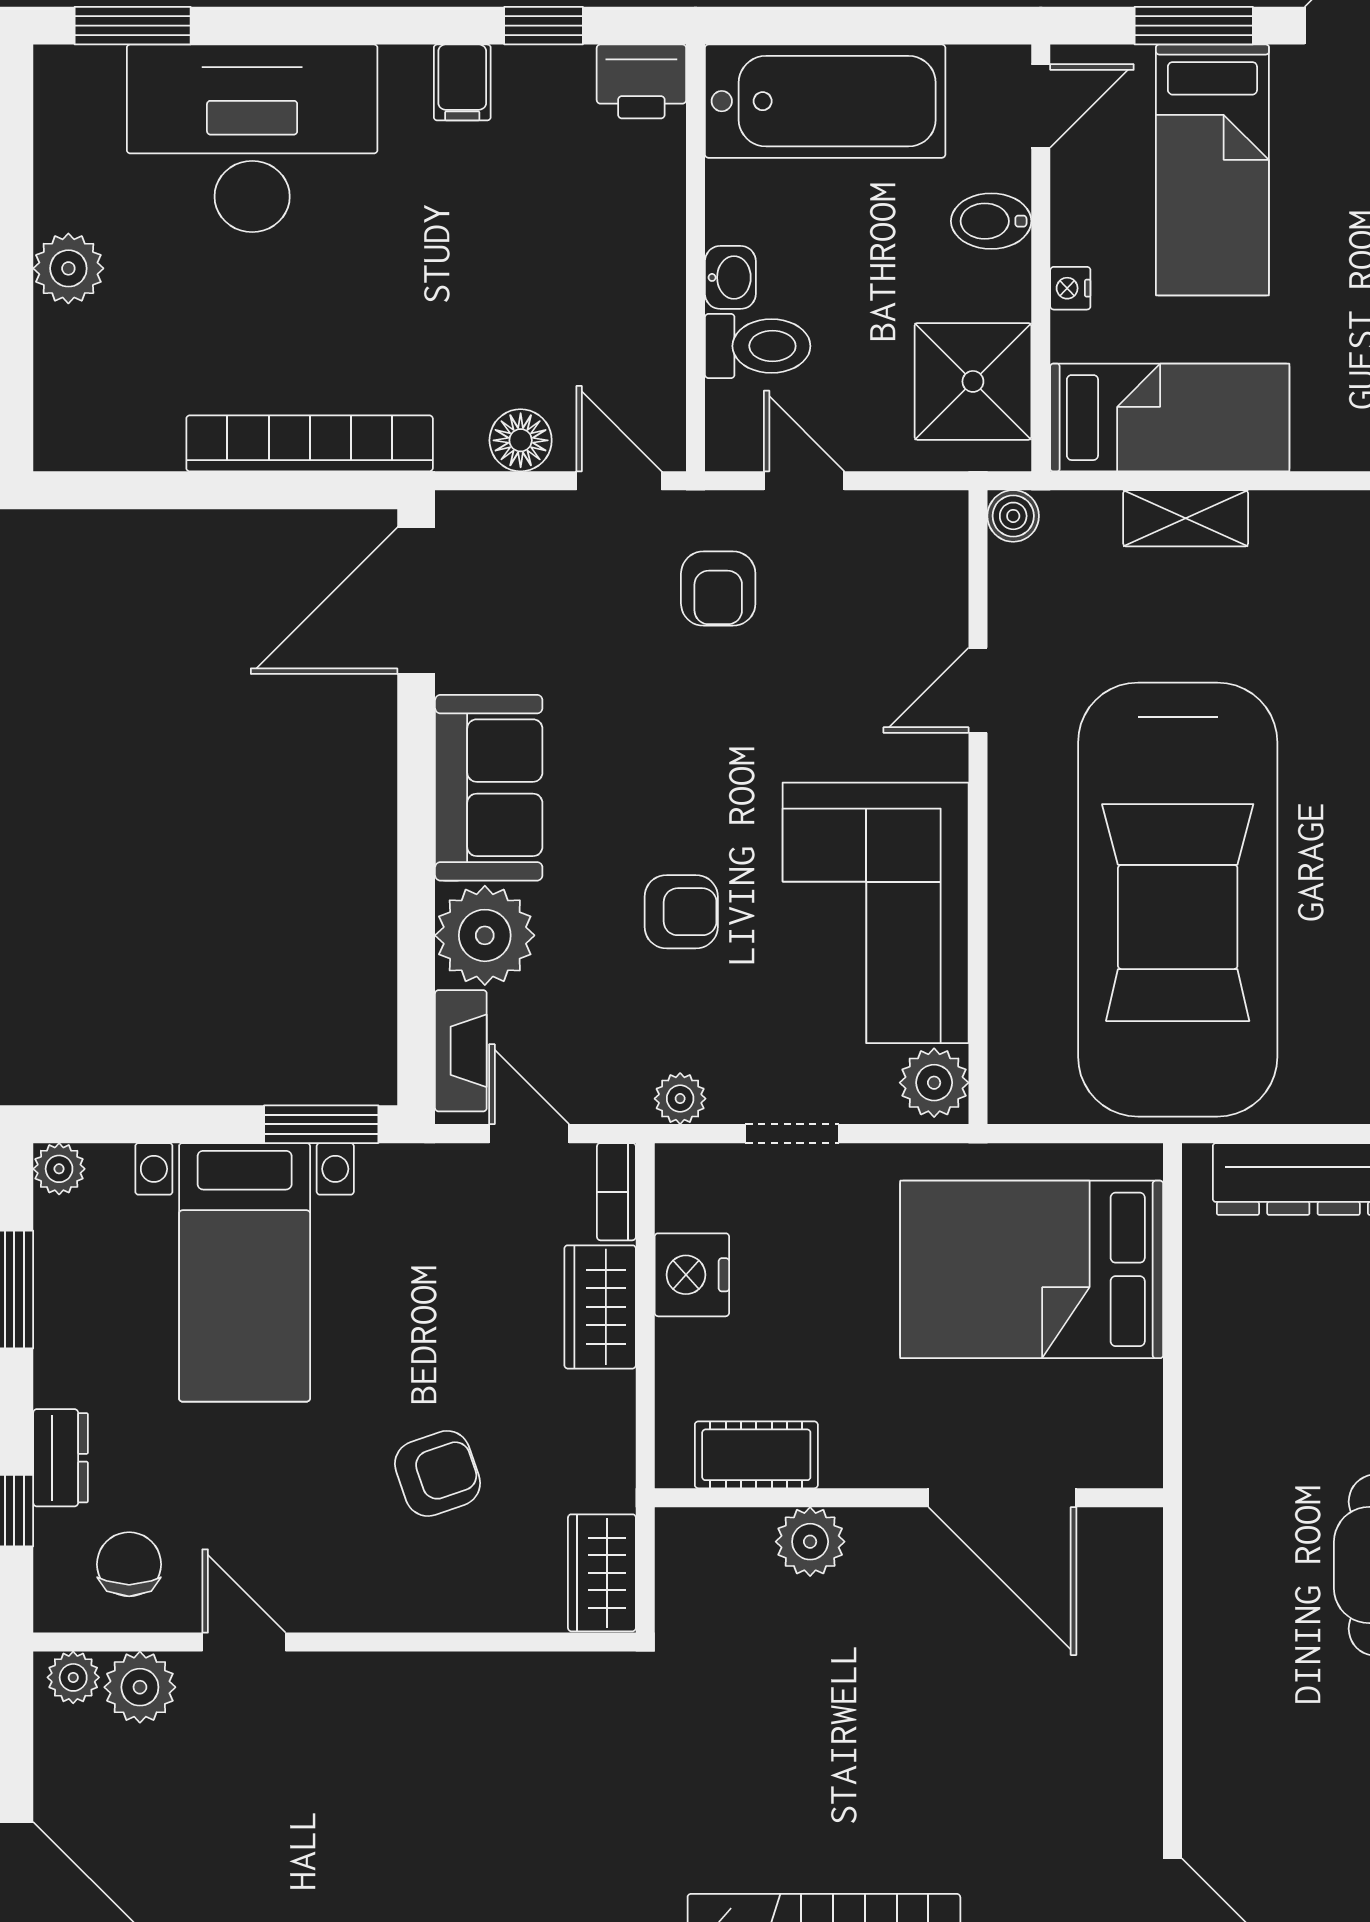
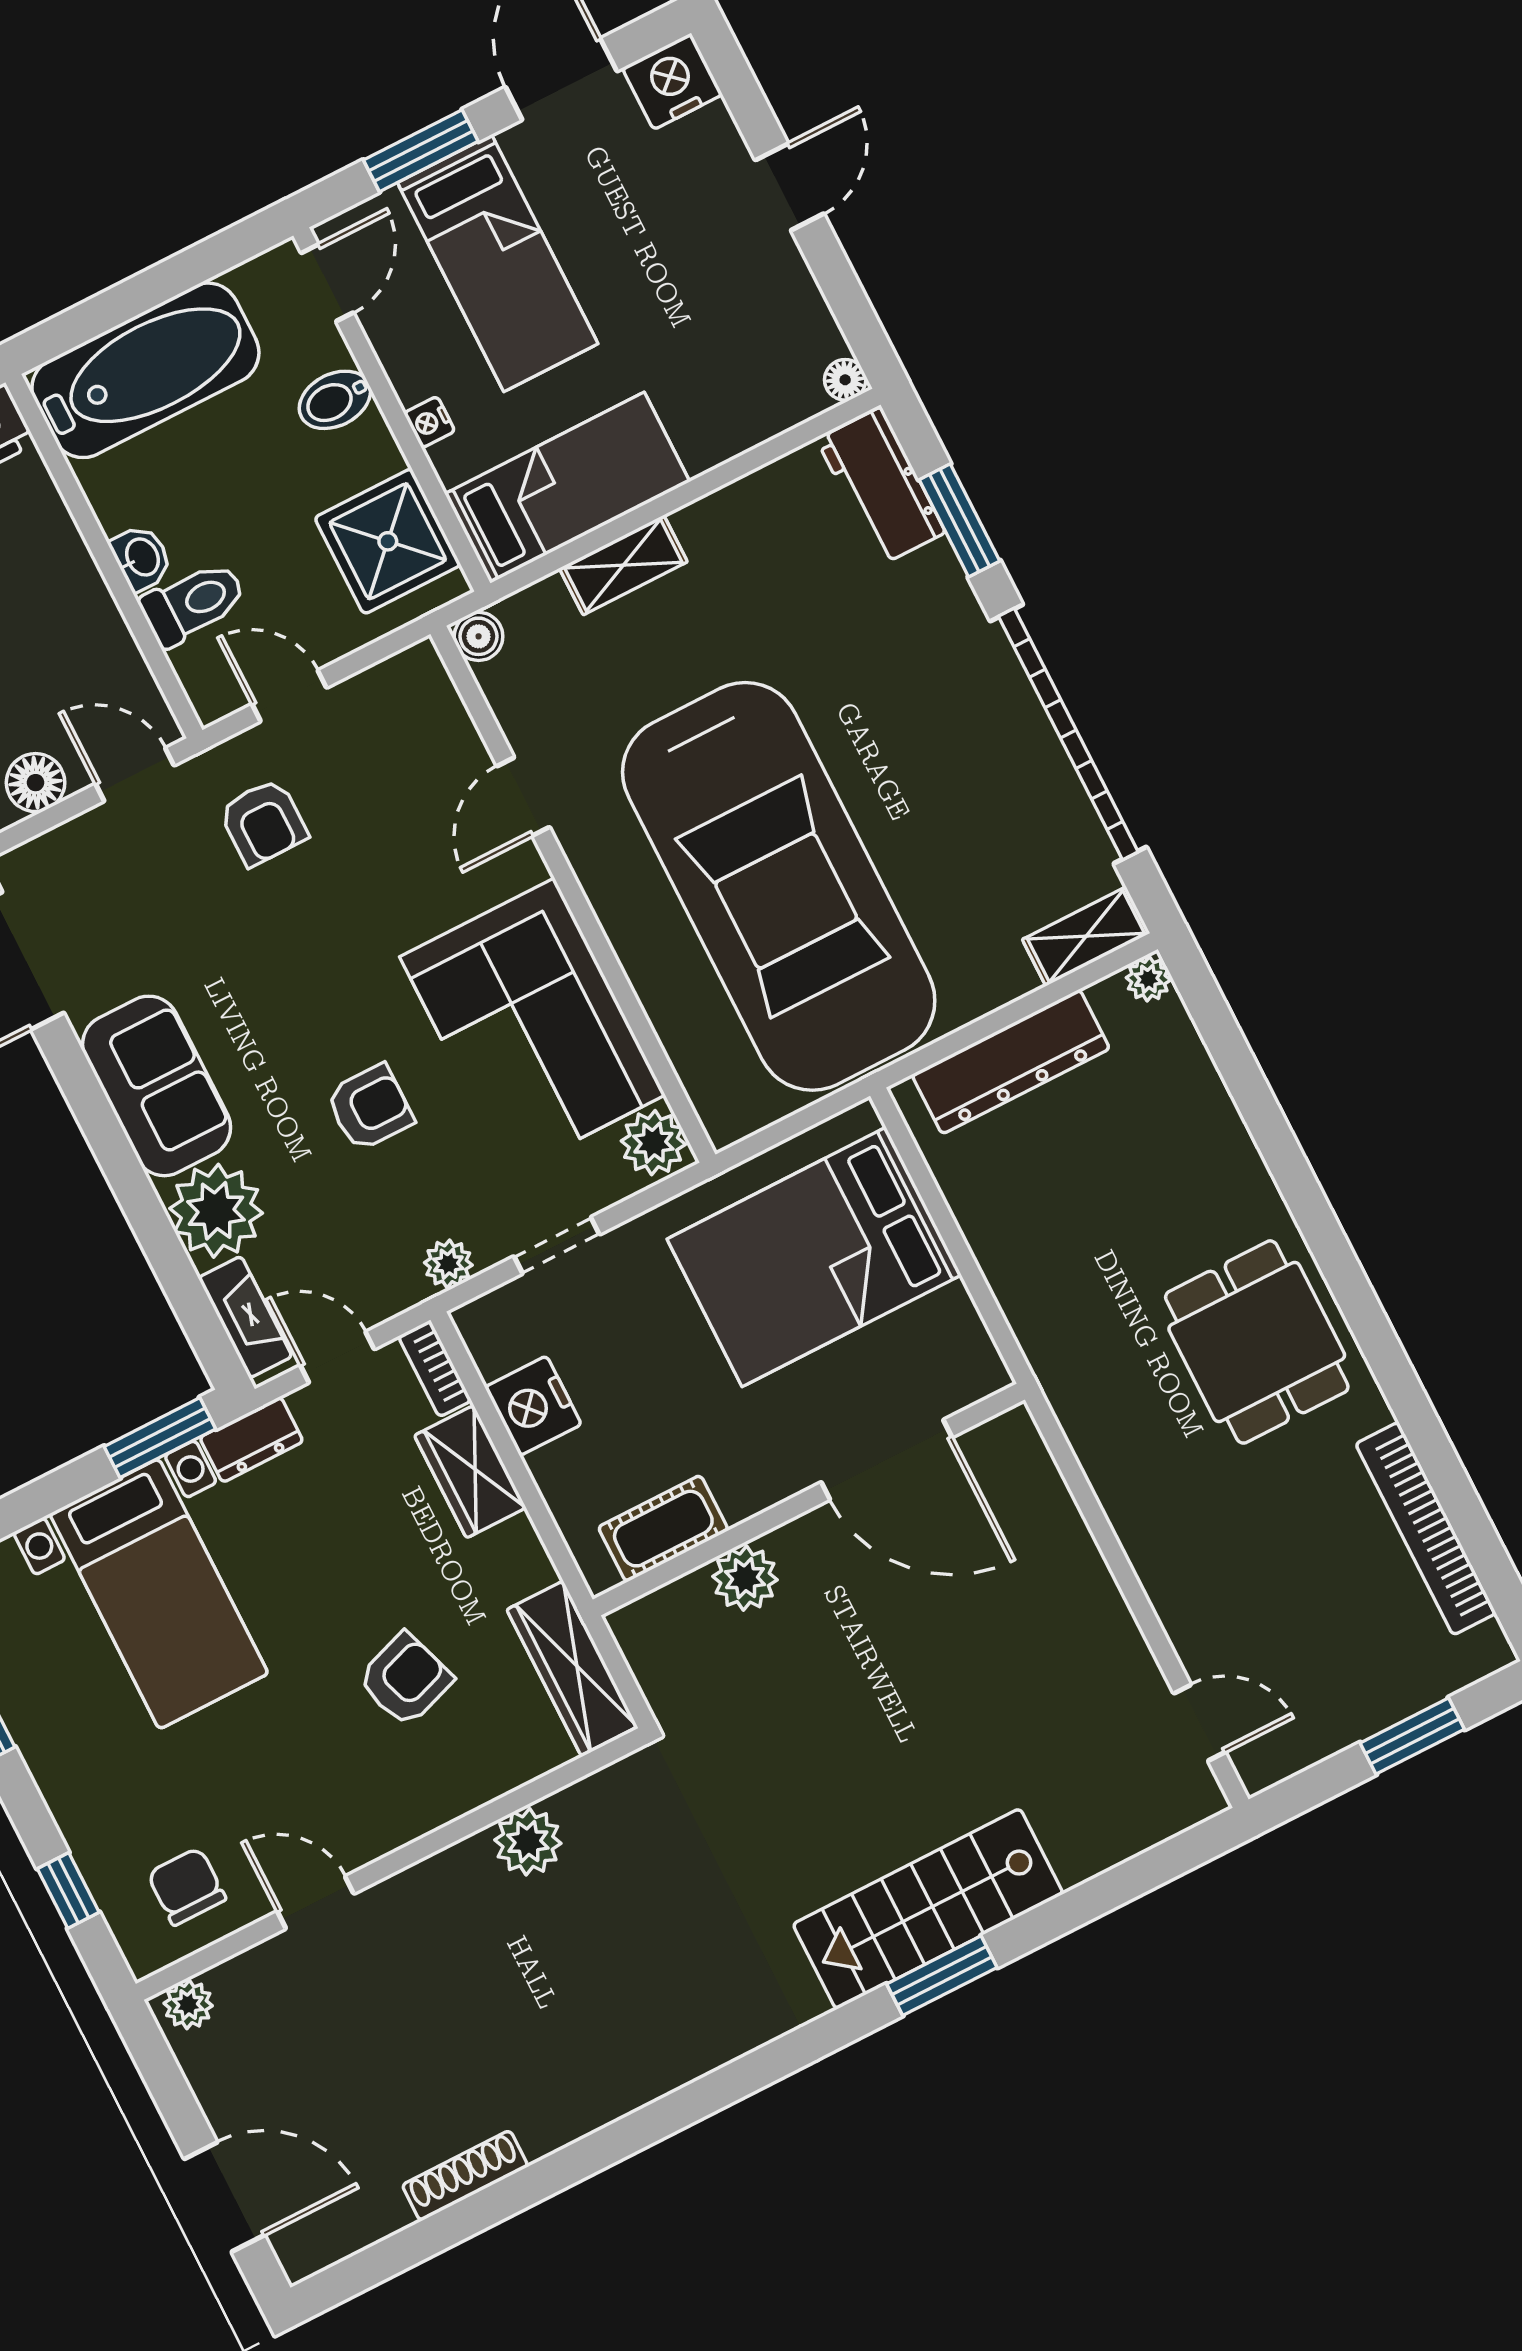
dresser: (61, 1458) -> (251, 1440), moved, turned 90
wardrobe: (602, 1573) -> (572, 1668), width x1.50
plant: (140, 1687) -> (528, 1842), moved

